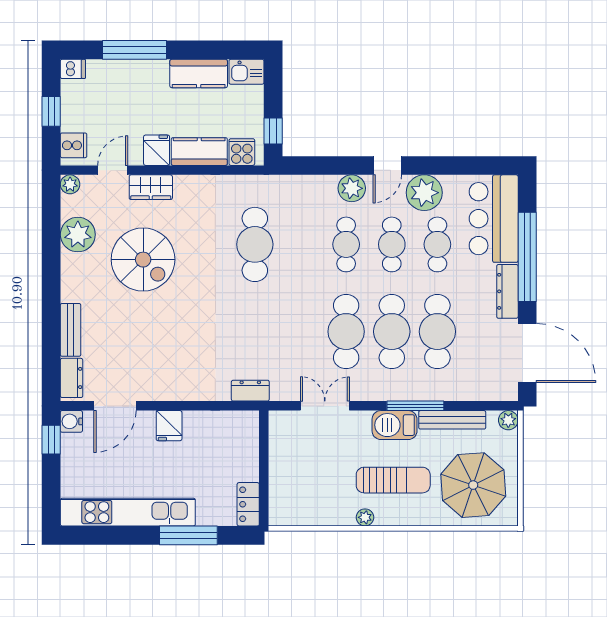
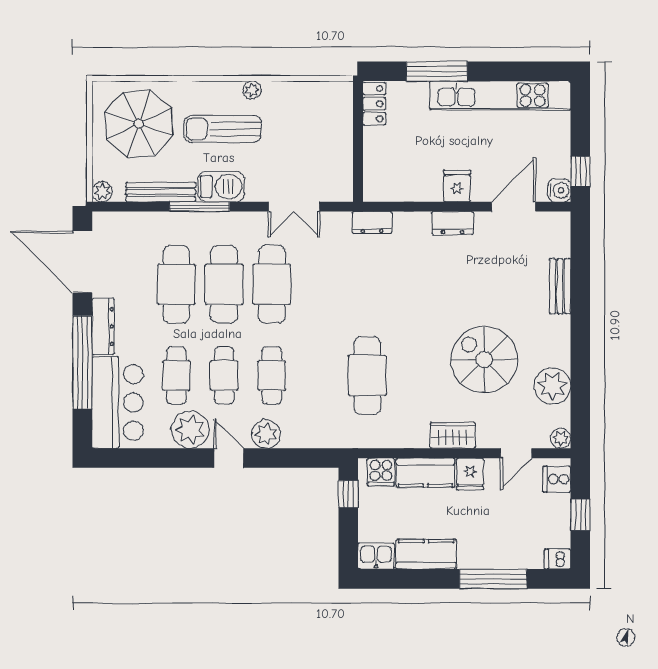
door: (387, 166) -> (229, 458), hinge flipped
wardrobe: (151, 187) -> (453, 435), moved
dresser: (72, 378) -> (452, 223), moved, turned -90

